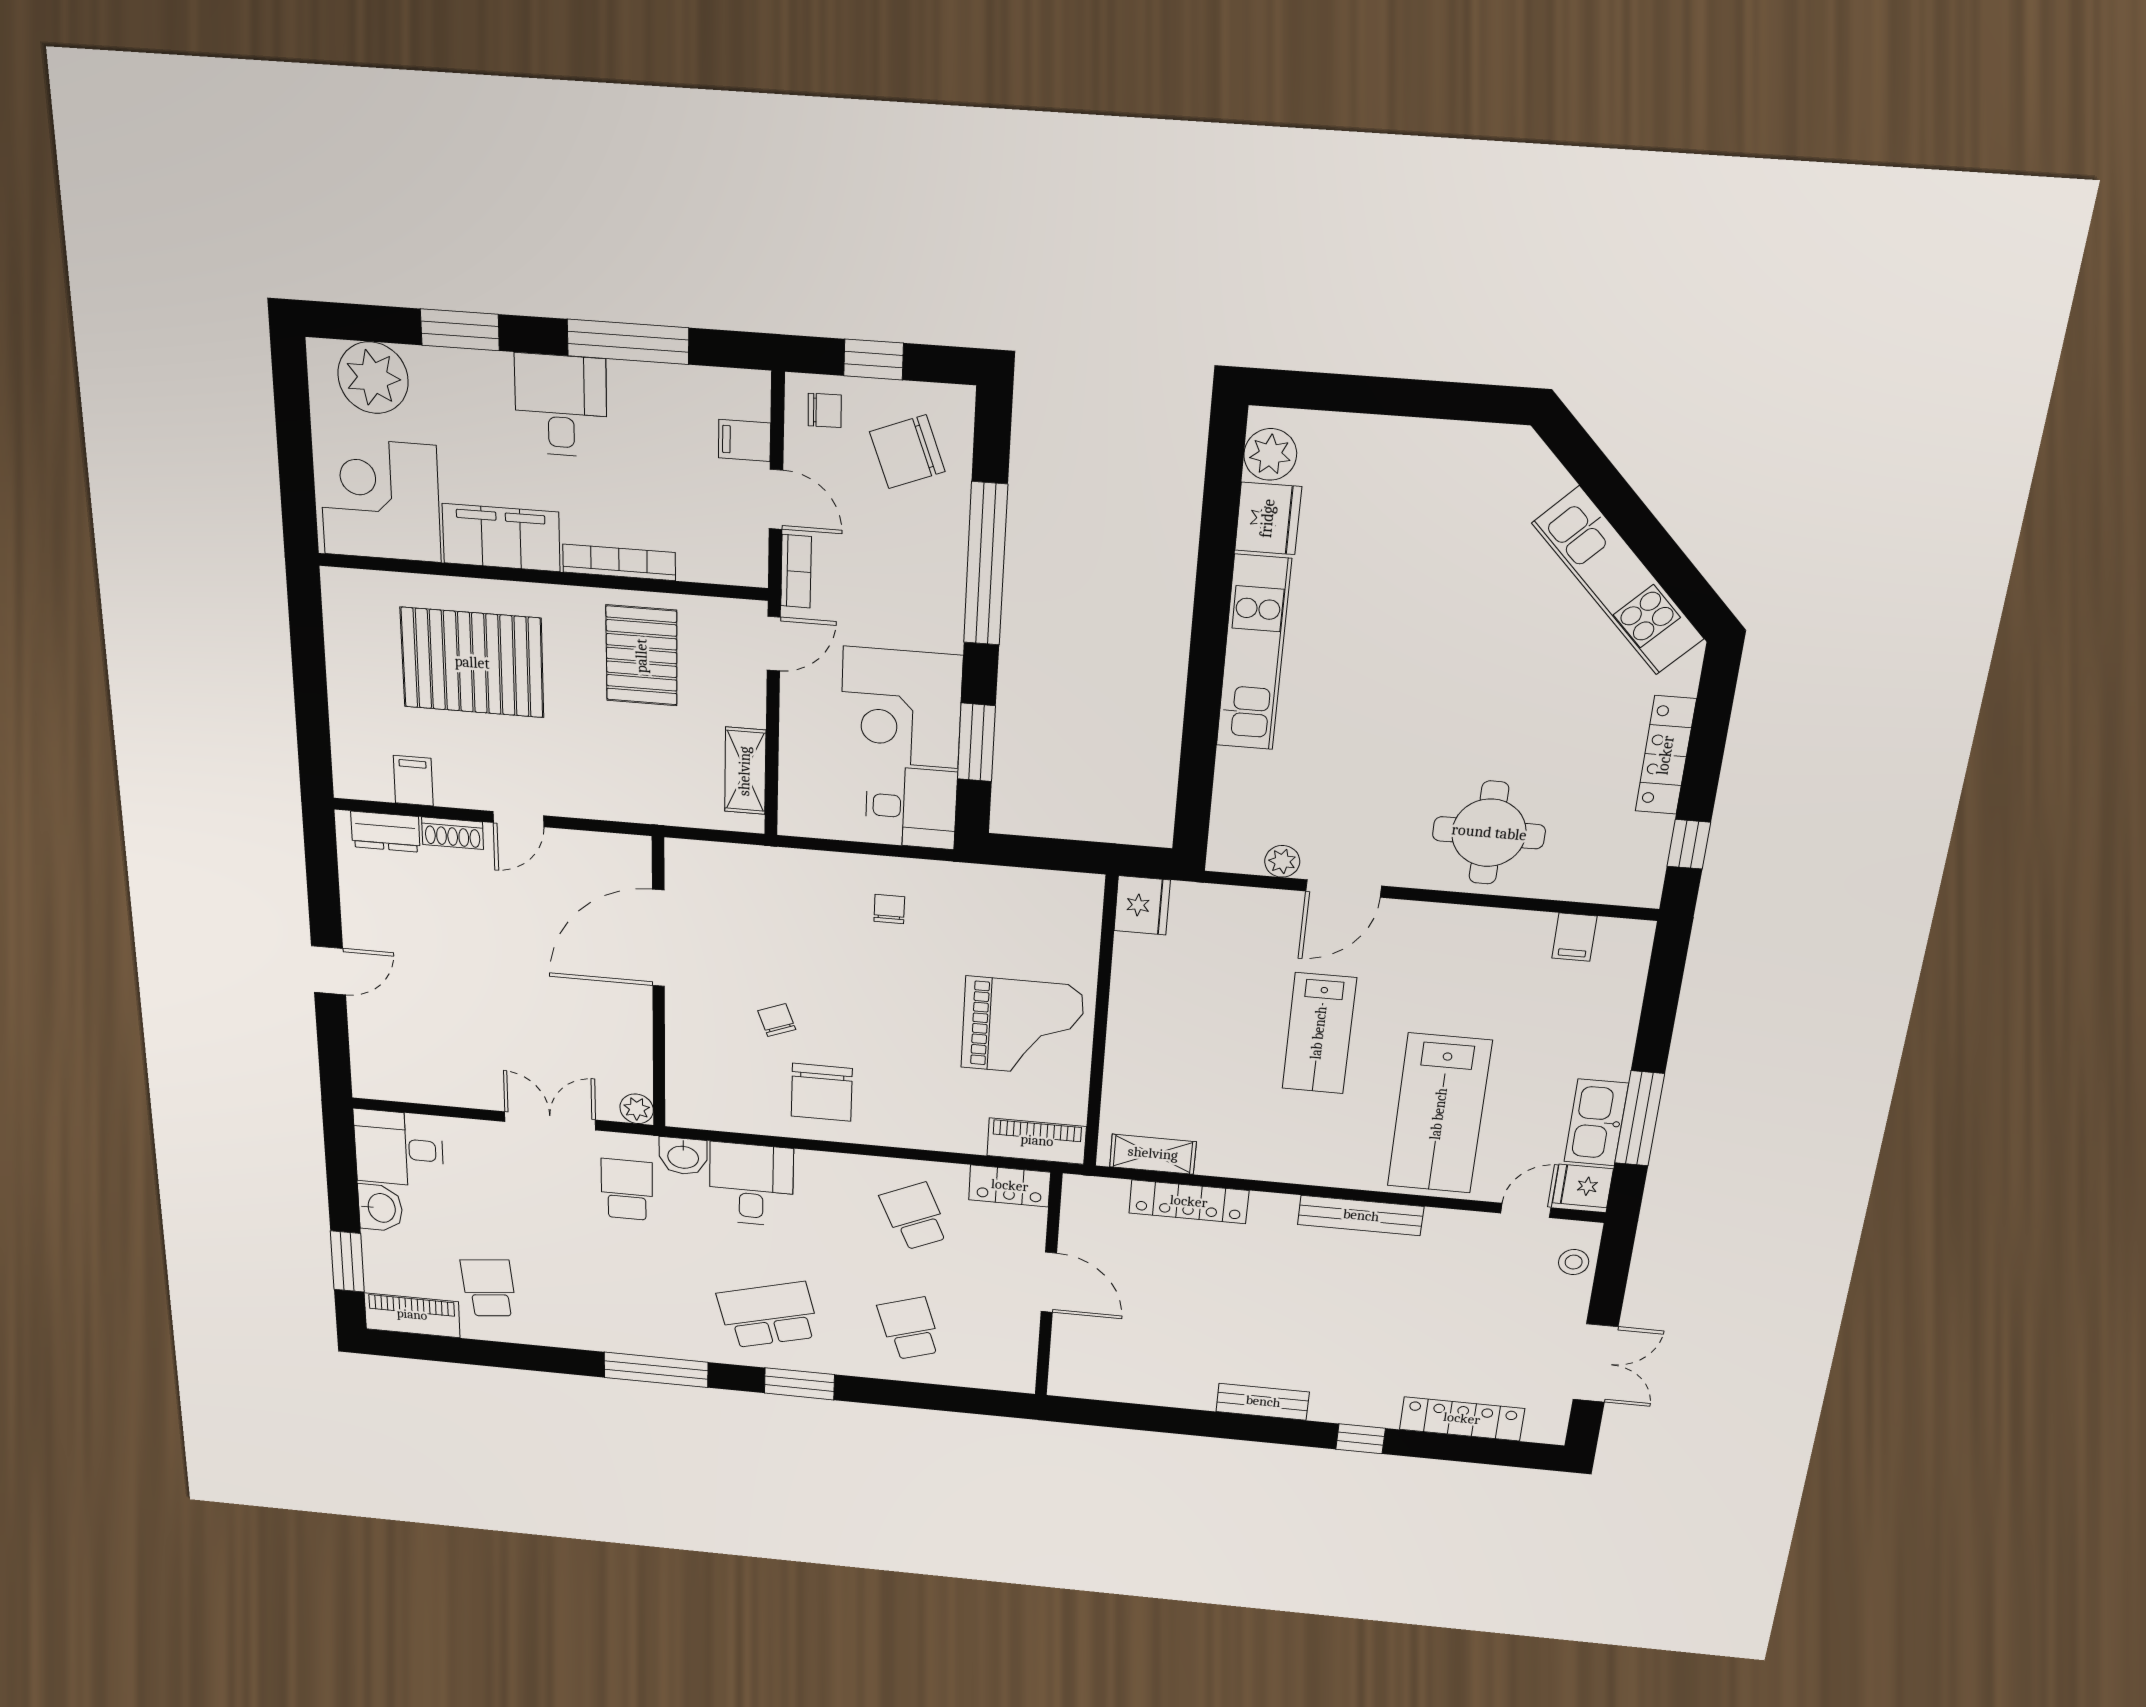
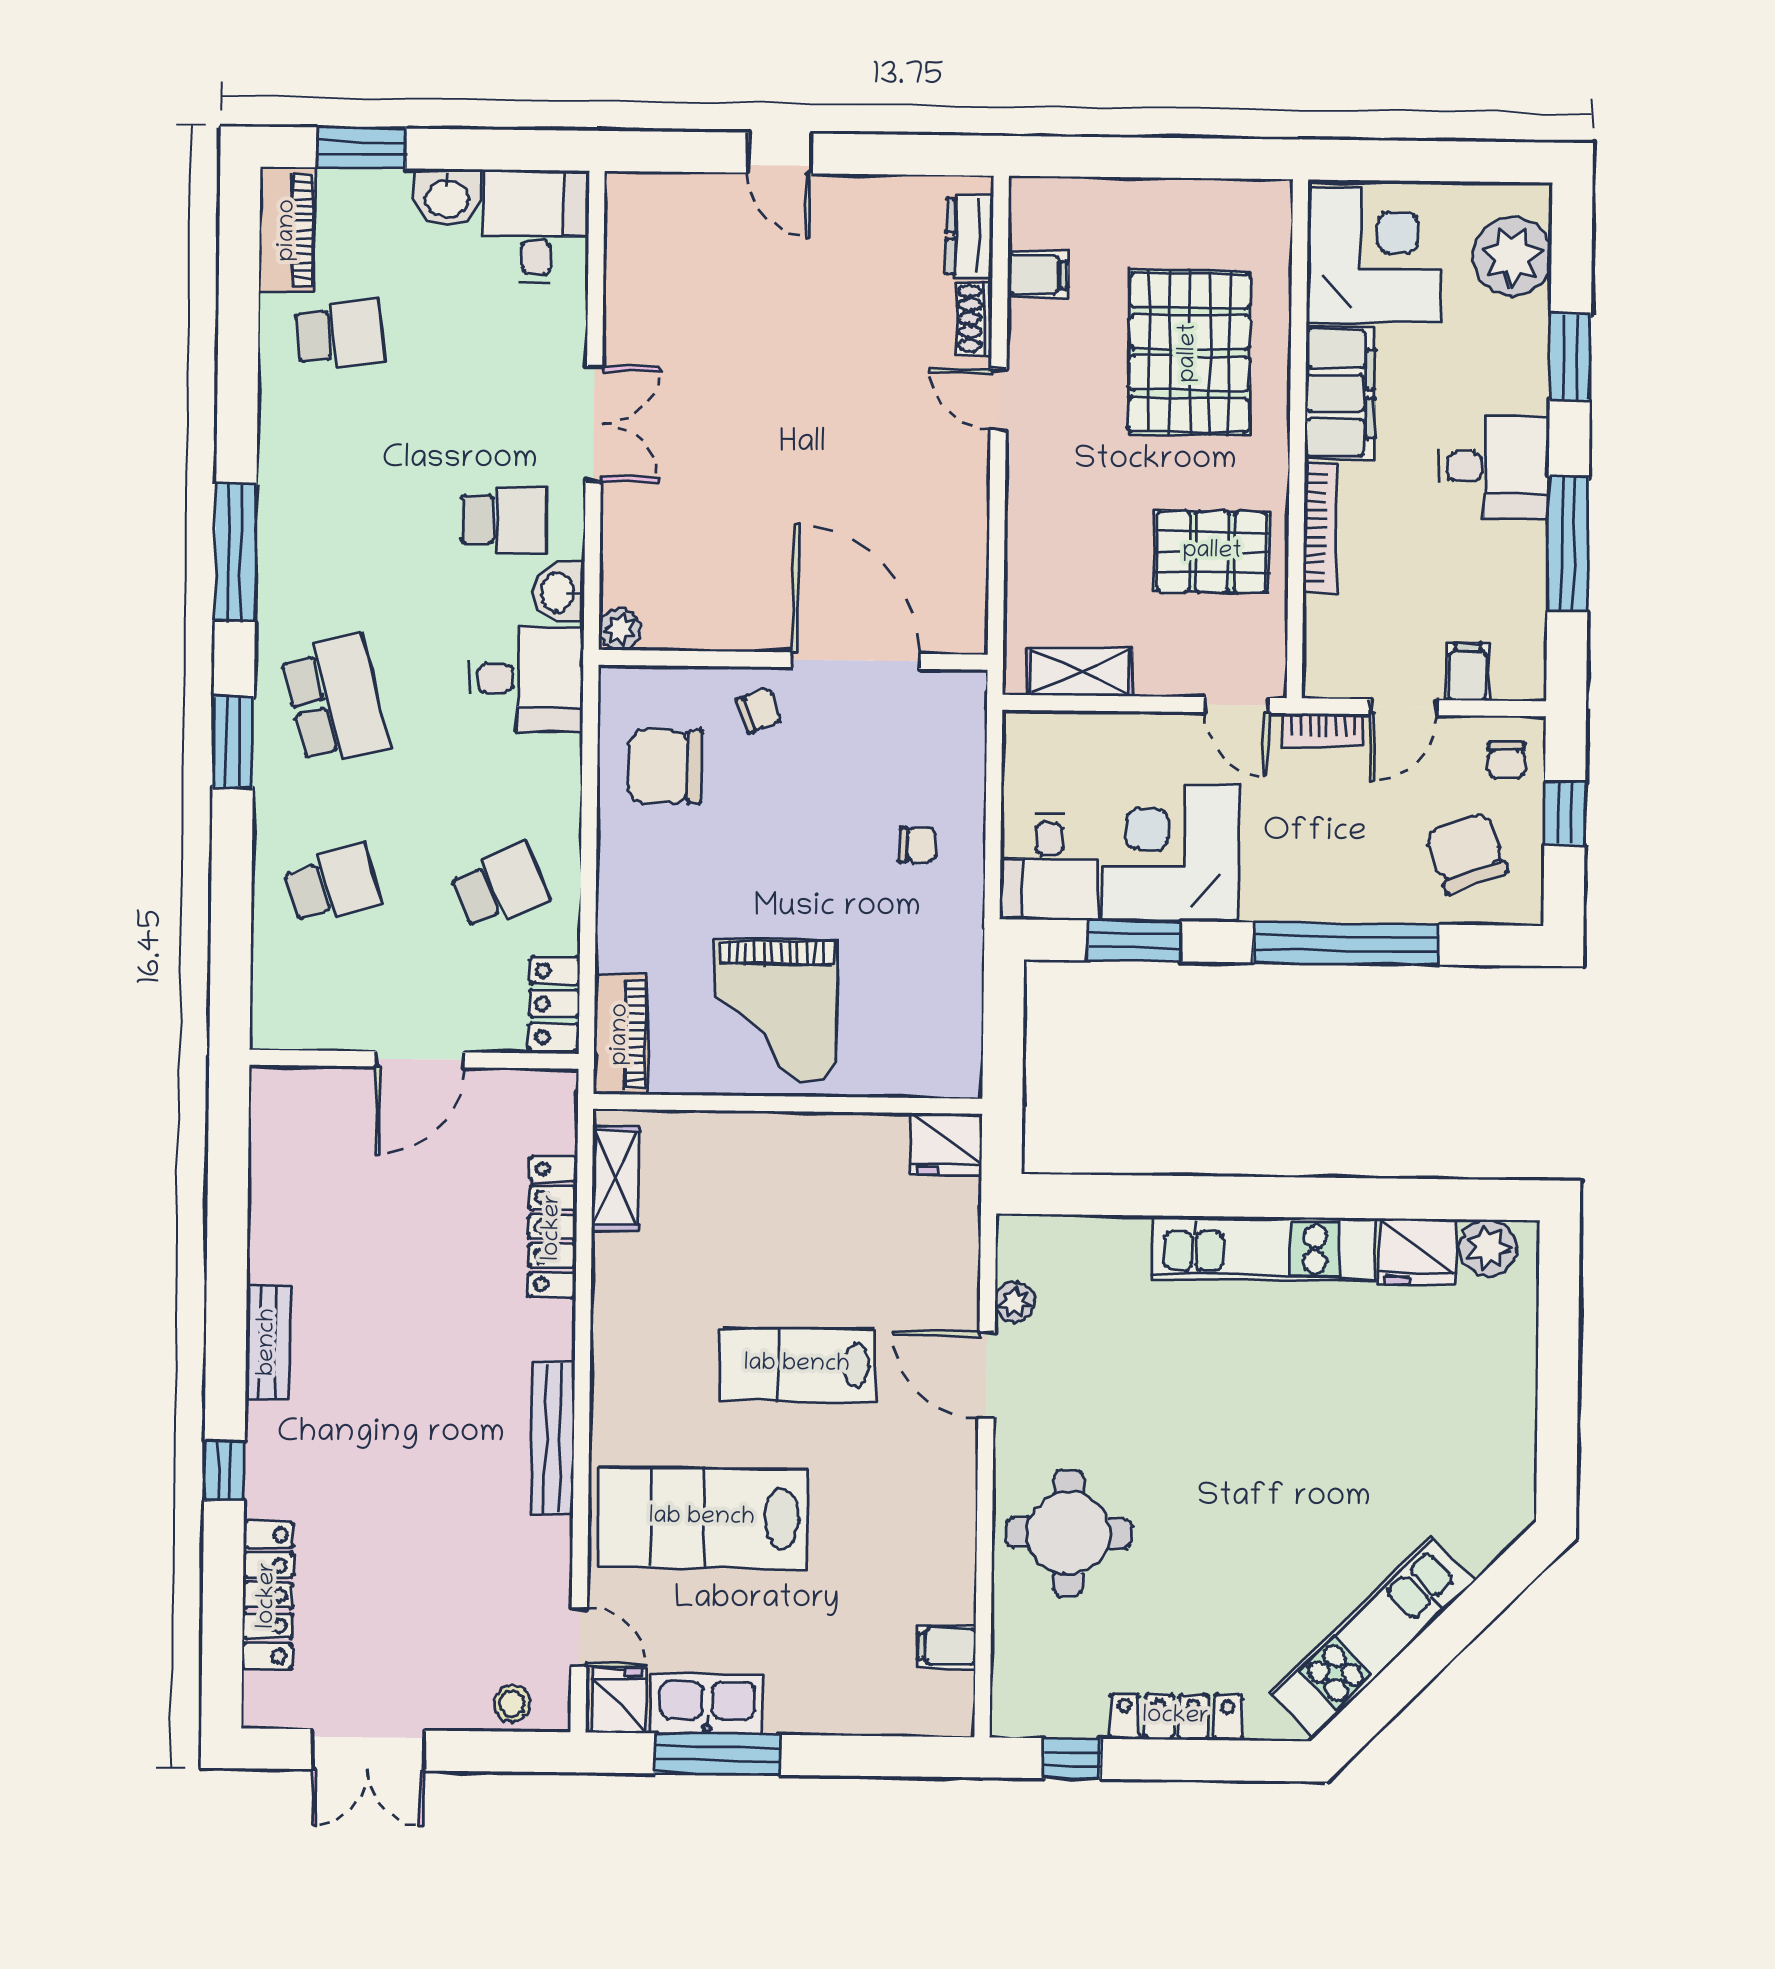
door: (658, 938) -> (856, 661), moved
wall: (659, 985) -> (793, 660), moved
plant: (637, 1109) -> (620, 629), moved

